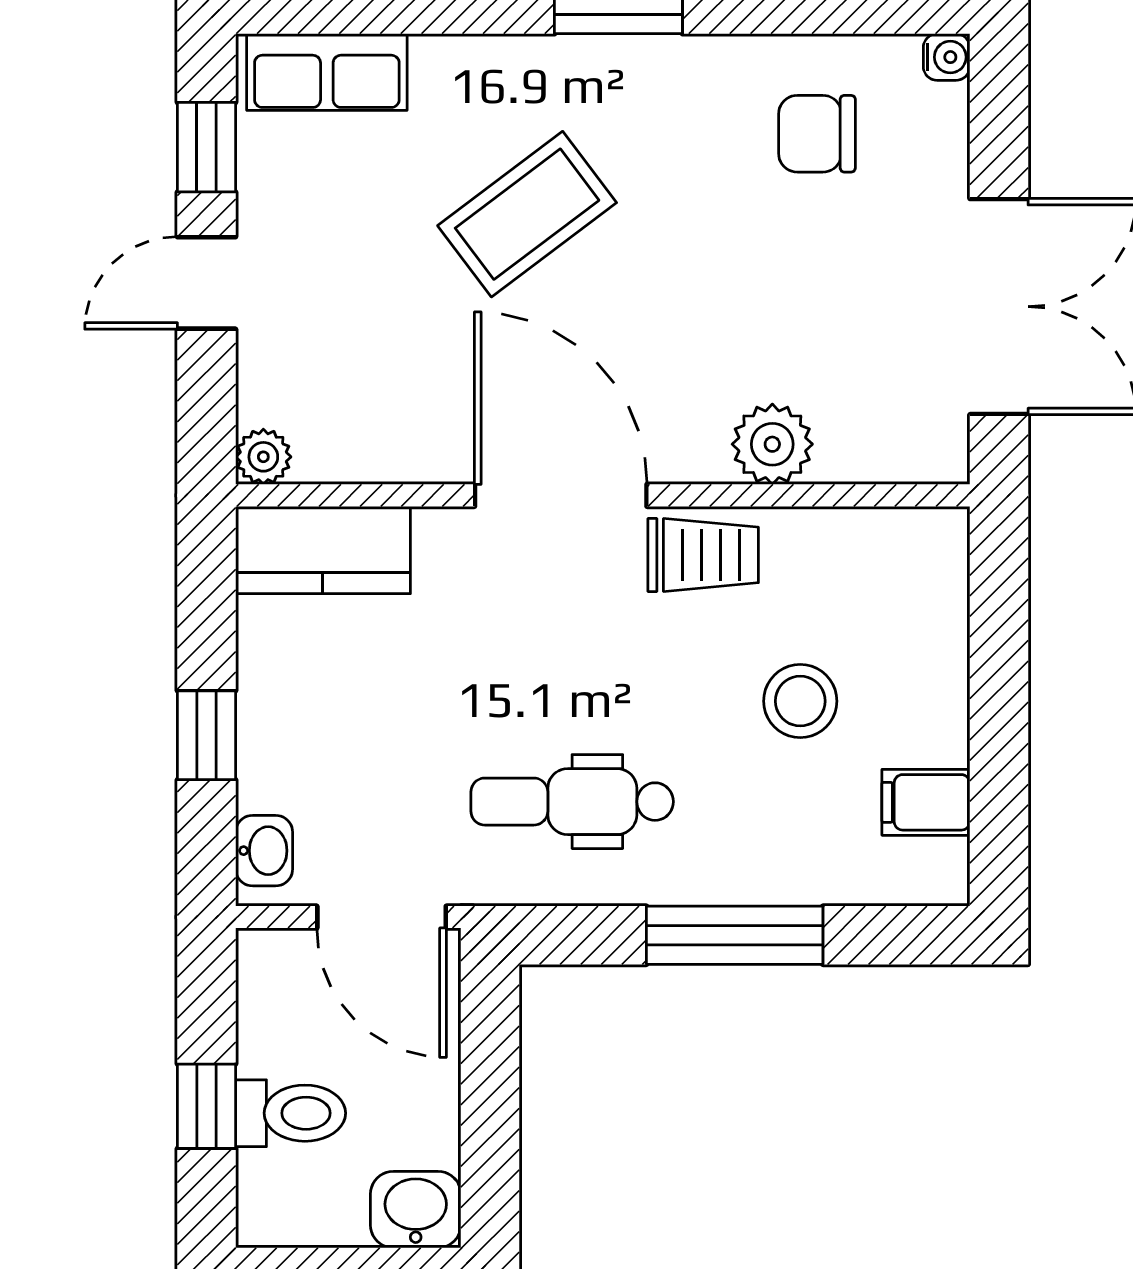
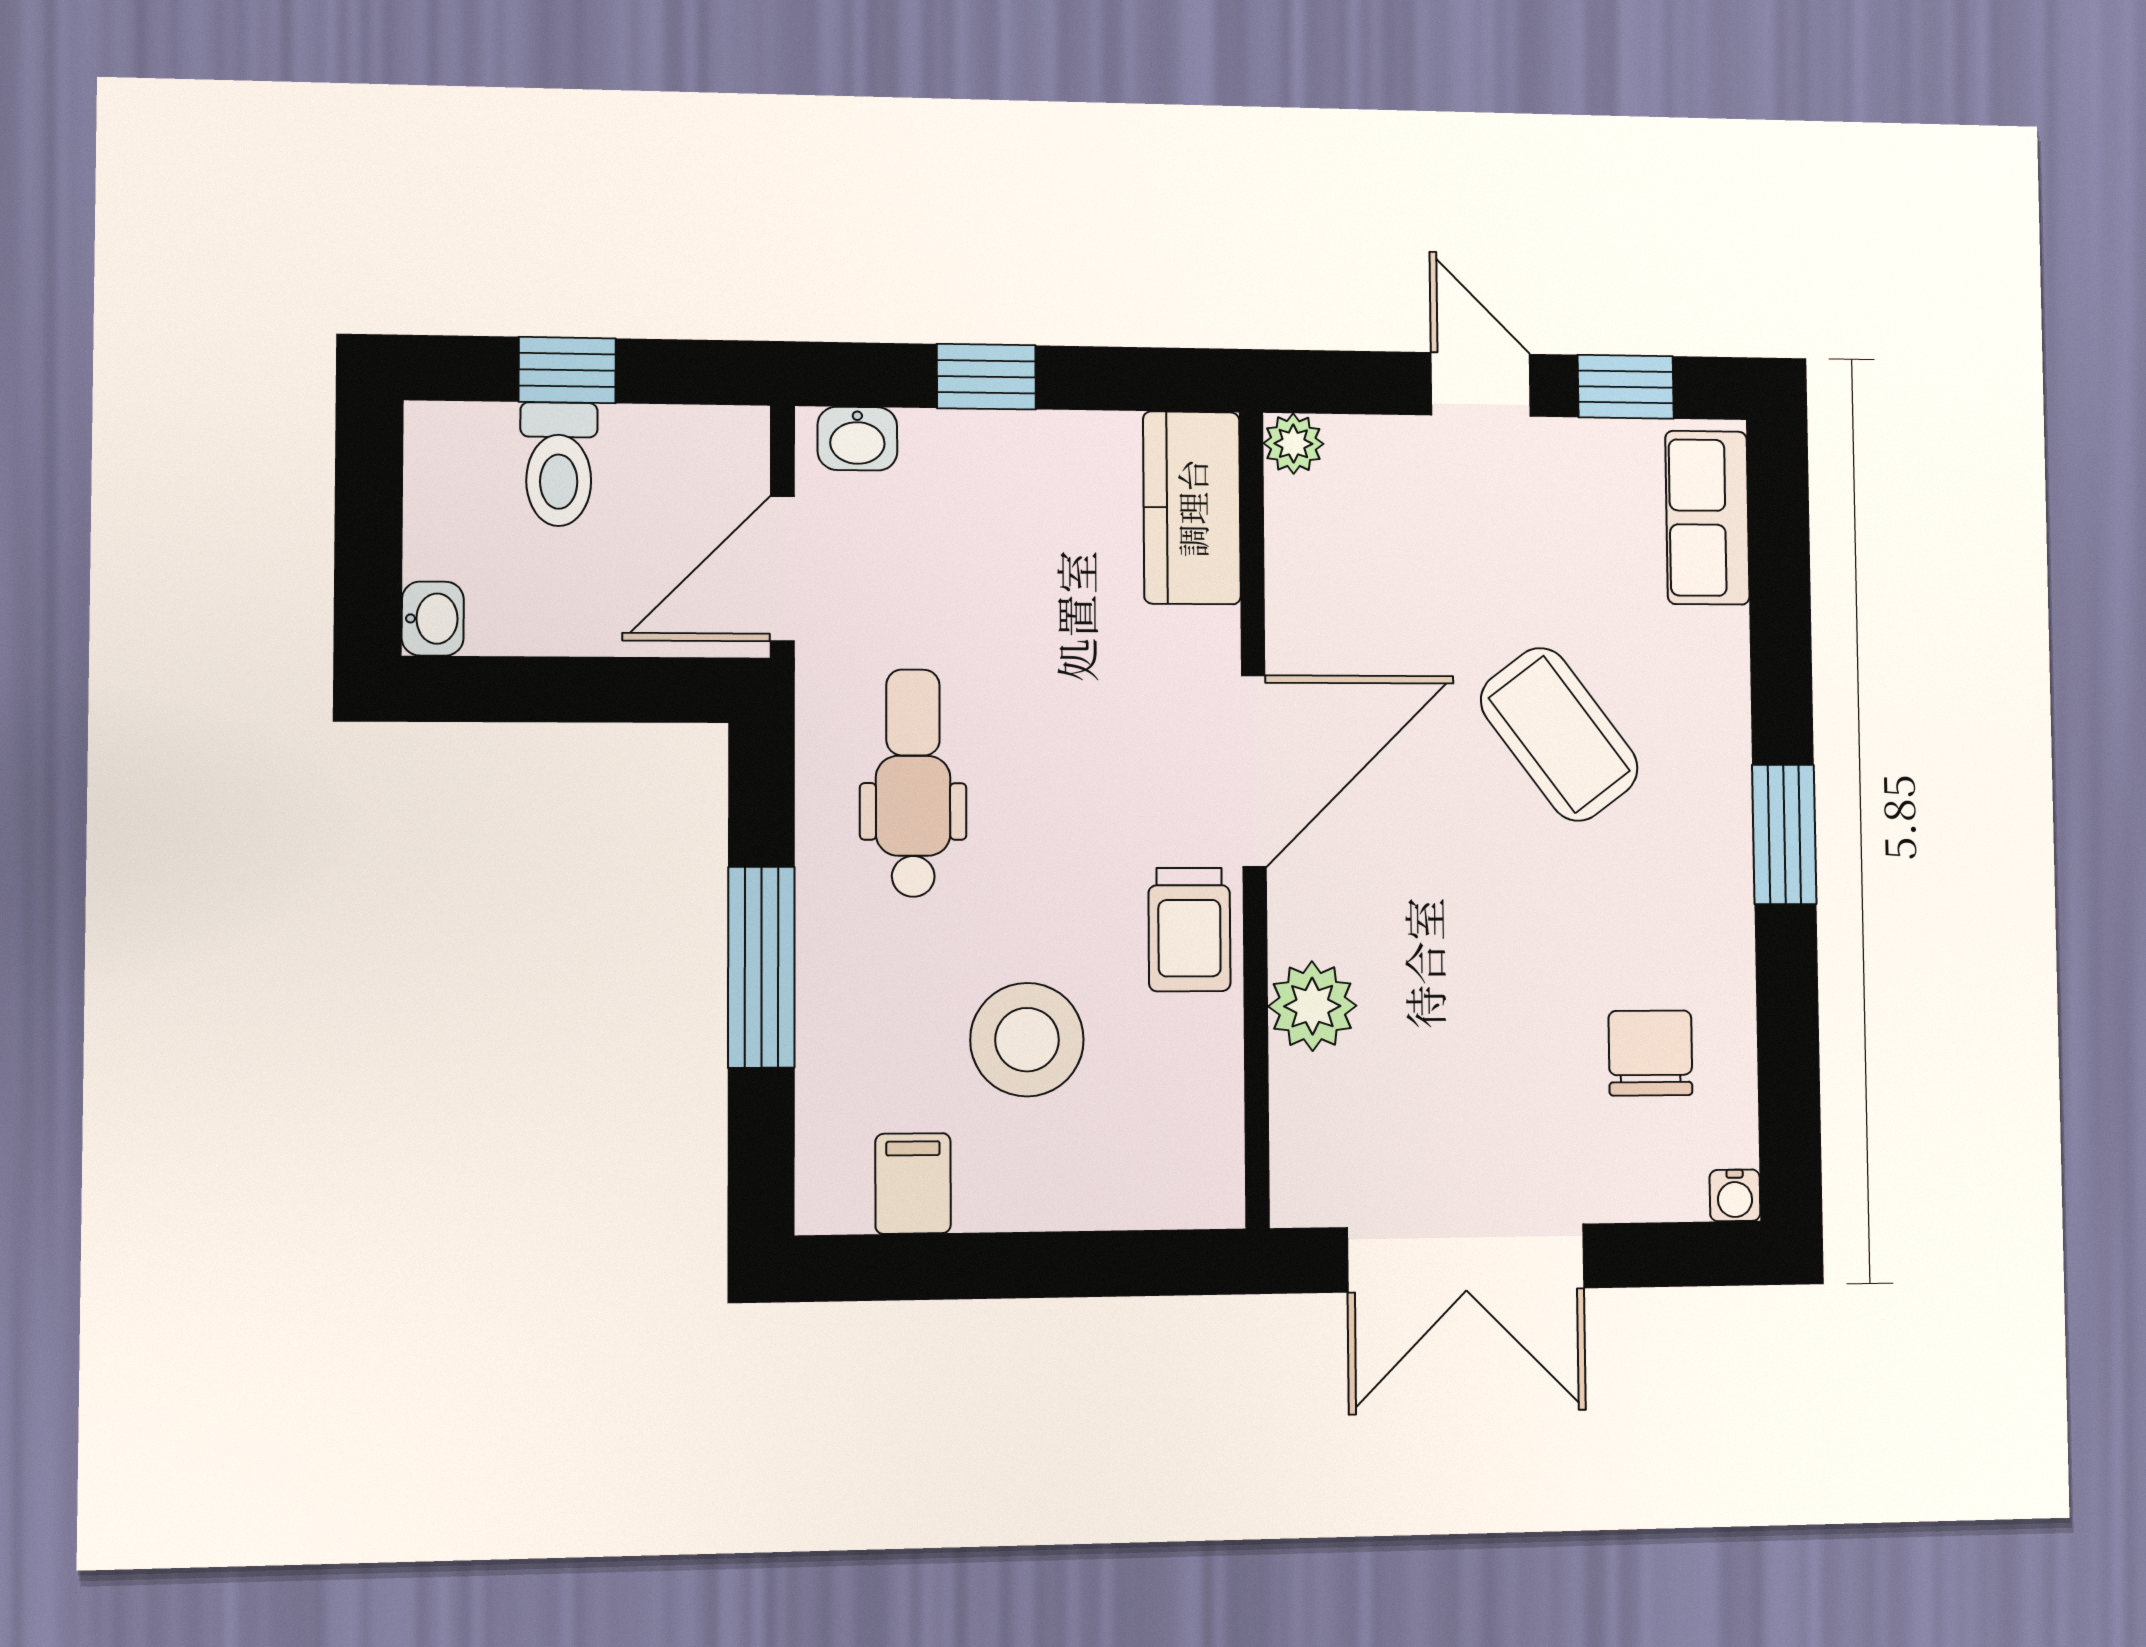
stool: (800, 701) -> (1027, 1040), width x1.38, depth x1.38
washbasin: (416, 1210) -> (433, 619), width x0.72, depth x0.69

